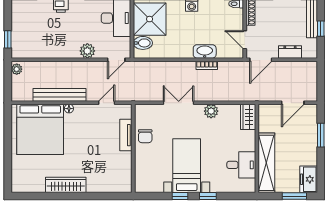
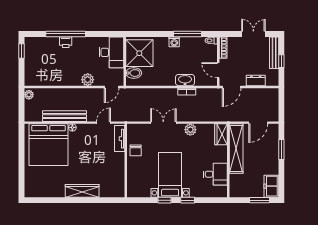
window: (8, 39) -> (21, 51), moved
tv unit: (126, 135) -> (120, 139), moved
shelving: (266, 163) -> (236, 149), moved
wardrobe: (66, 185) -> (82, 191), moved

